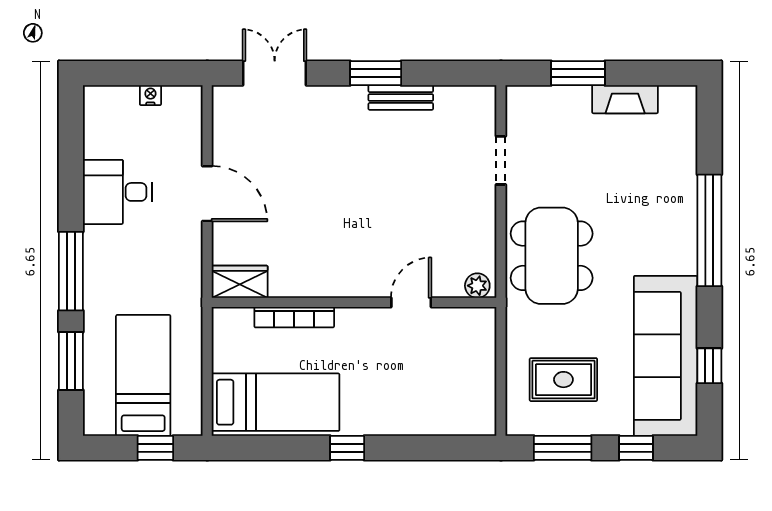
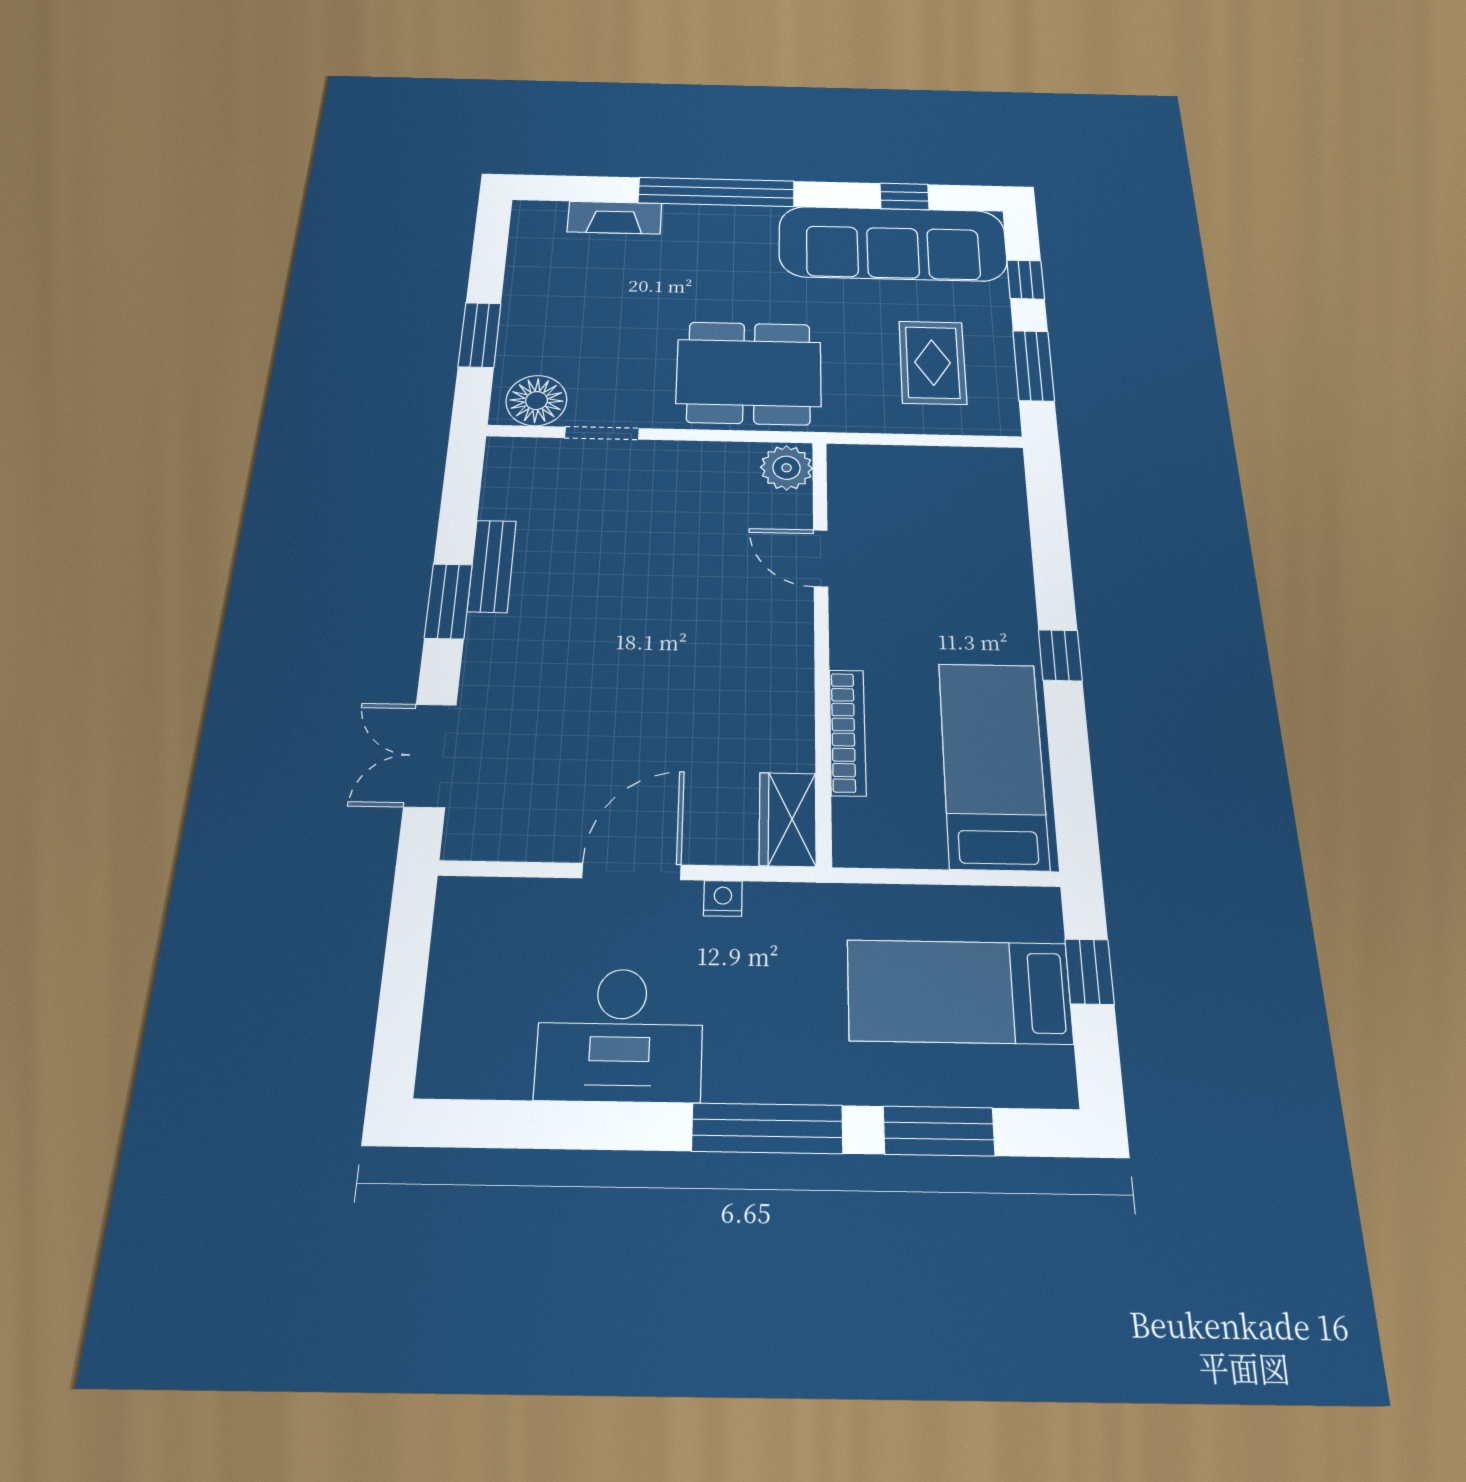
nightstand: (150, 95) -> (723, 898), moved, turned 90
fireplace: (625, 99) -> (615, 218), moved, turned 90
floor lamp: (525, 116) -> (536, 401), added
desk: (117, 192) -> (620, 1035), width x1.37
plant: (477, 286) -> (787, 468), width x1.38, depth x1.38

